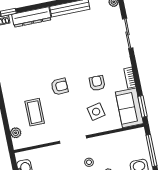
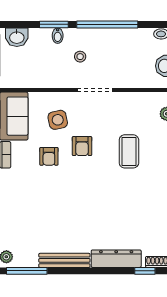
armchair: (60, 87) -> (82, 146), moved, turned -87
coffee table: (35, 112) -> (129, 151), moved

